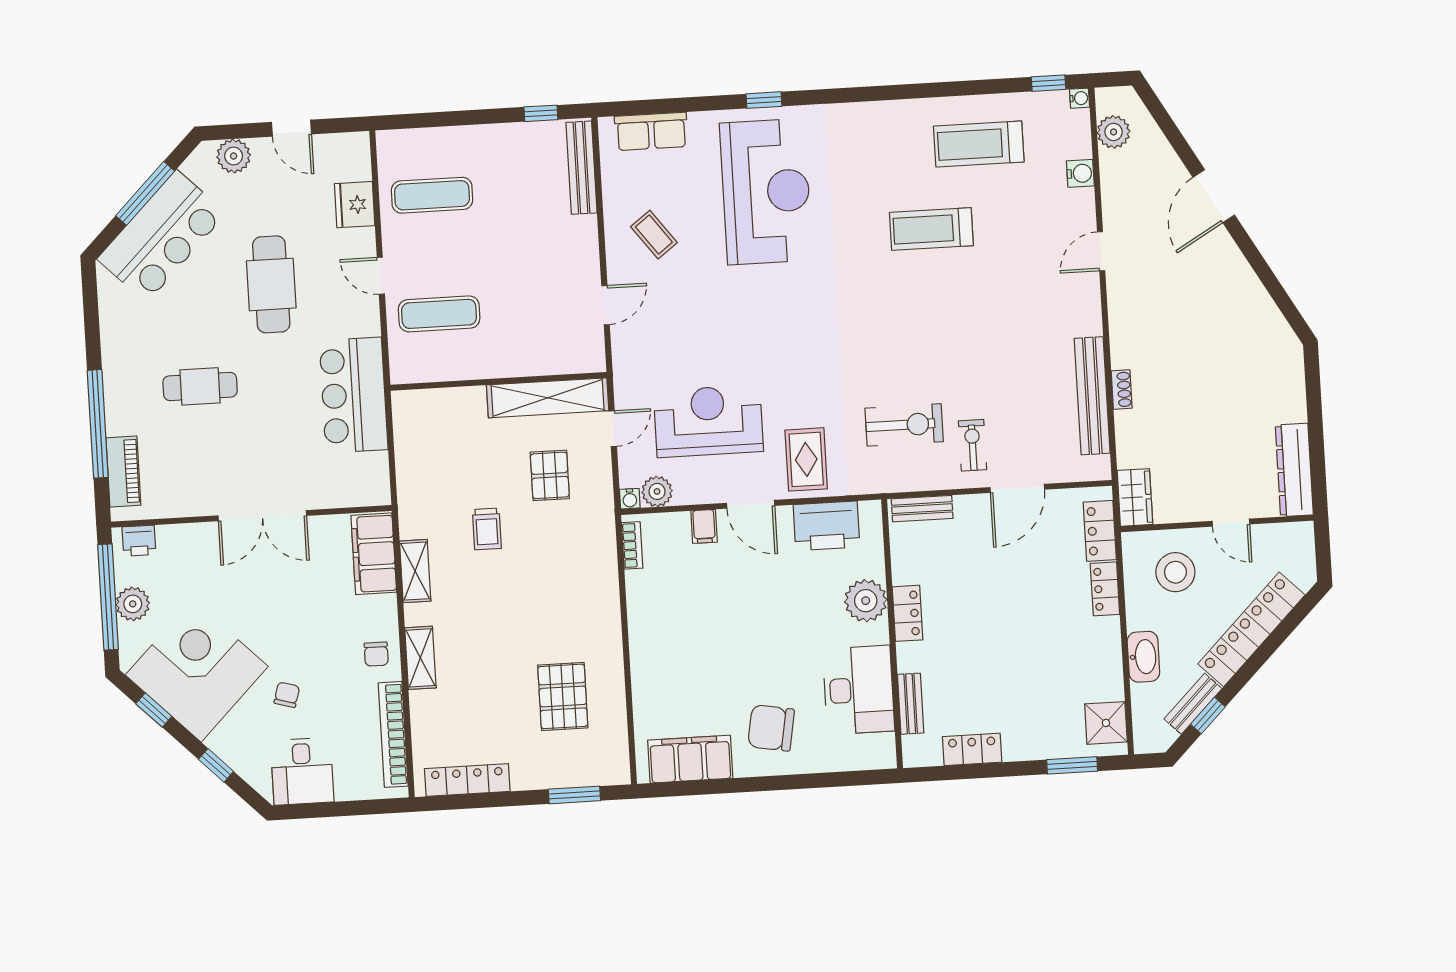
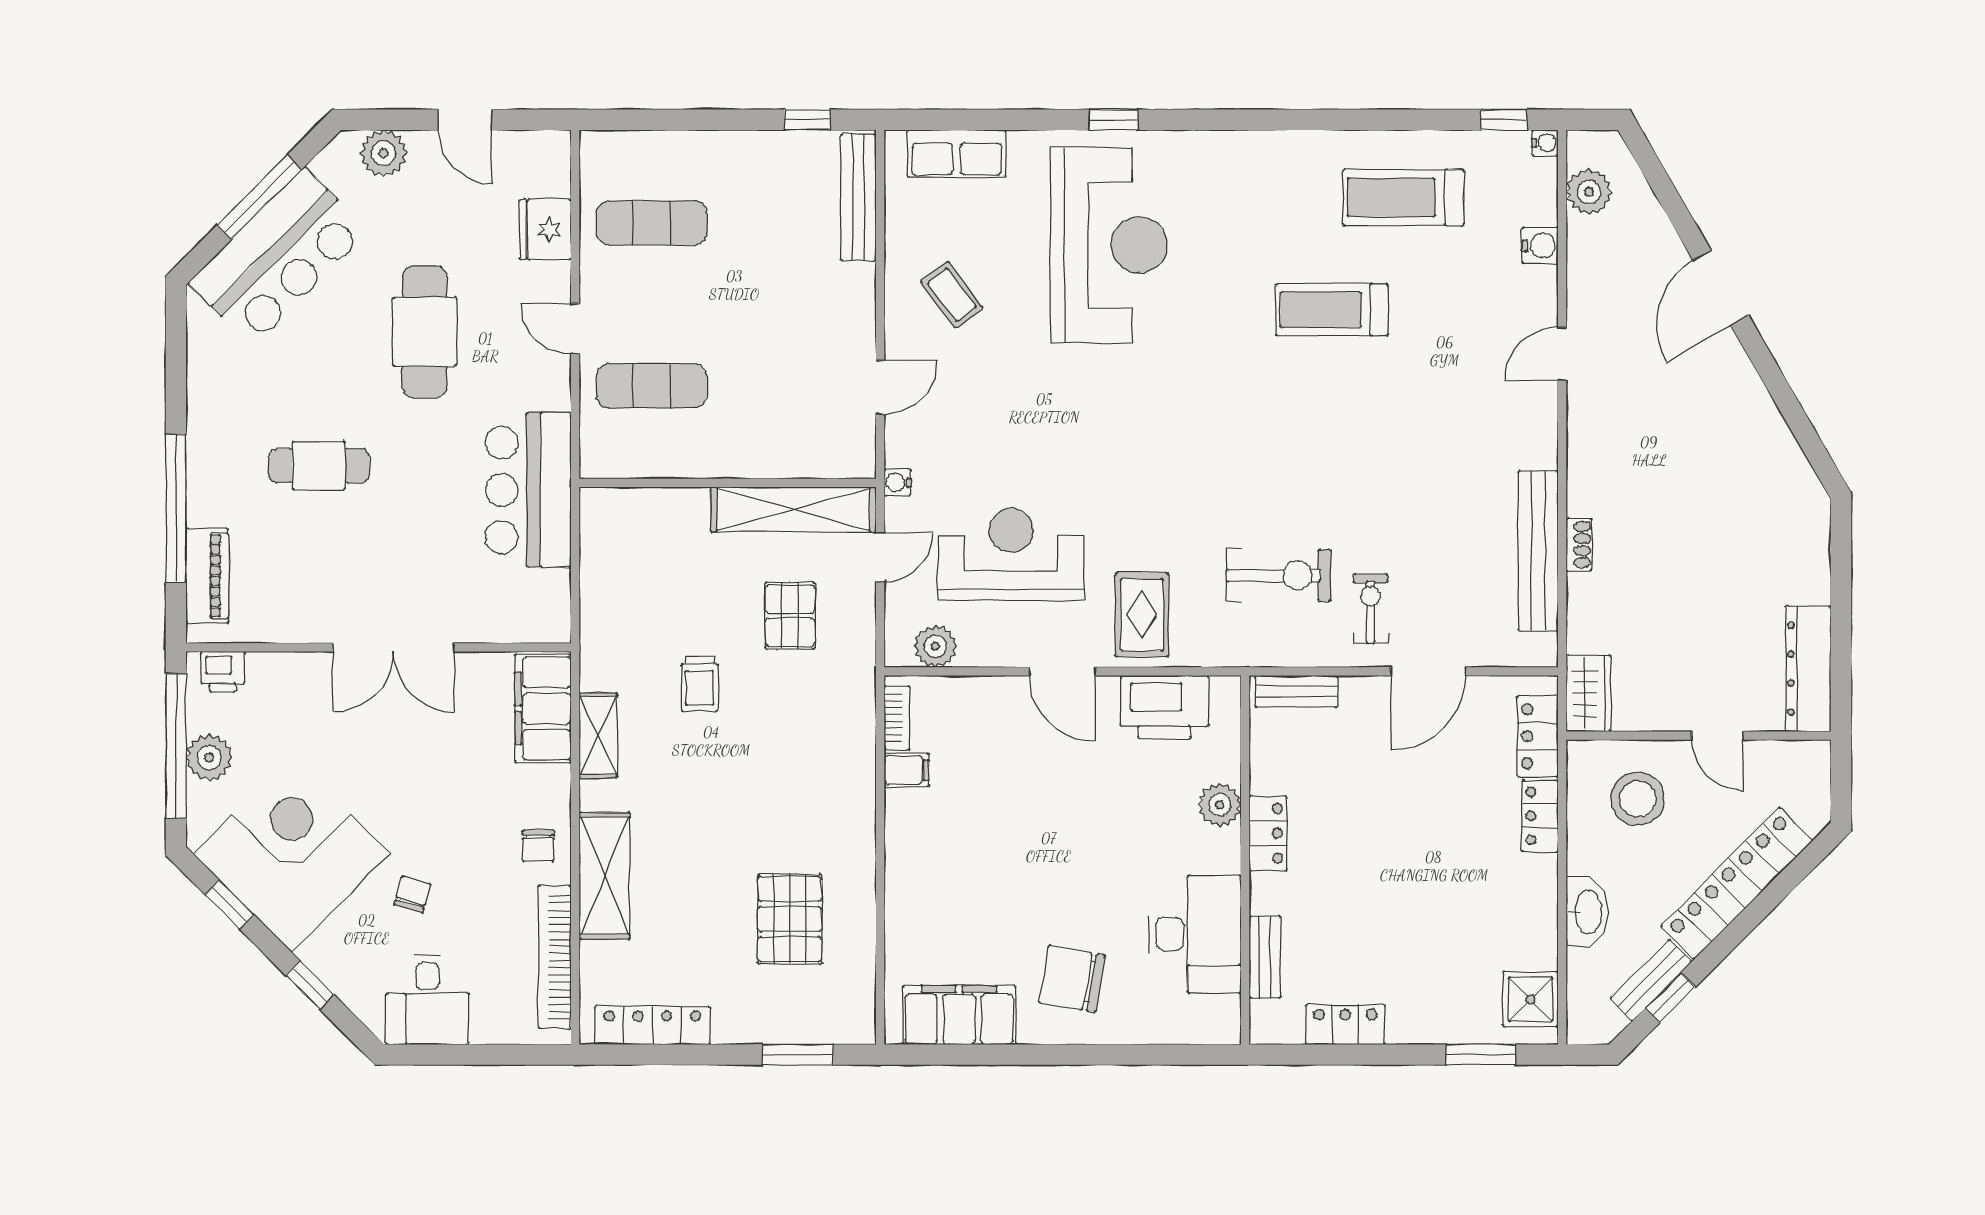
water cooler: (630, 499) -> (898, 483), moved, turned 90
filing cabinet: (704, 526) -> (907, 770), moved, turned -90
plant: (866, 601) -> (1220, 805), width x0.73, depth x0.73
shelving: (420, 658) -> (605, 876), width x1.50, depth x1.33

